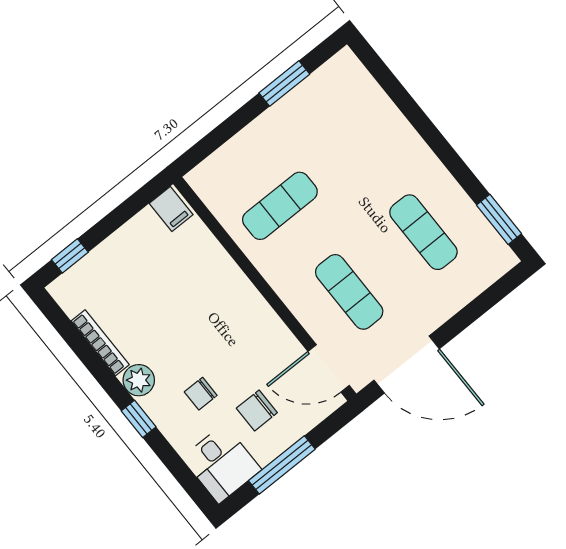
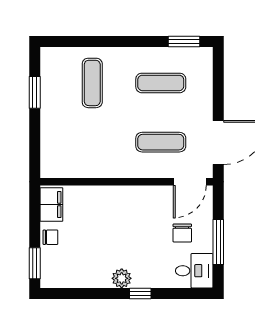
exercise mat: (280, 206) -> (92, 83), moved
filing cabinet: (171, 209) -> (51, 205), width x2.00
window: (70, 256) -> (35, 263), width x1.50
bookcase: (100, 343) -> (89, 282), removed
chair: (201, 394) -> (50, 237), moved, turned -90

